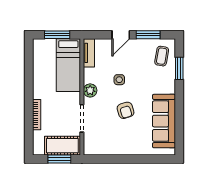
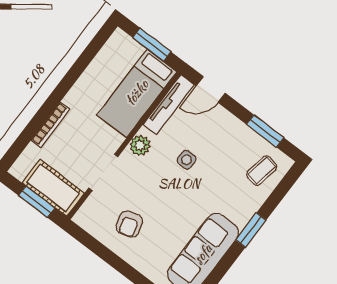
door: (121, 35) -> (211, 89), moved
tv unit: (89, 53) -> (169, 105), width x1.41
window: (179, 68) -> (251, 230), moved
armchair: (125, 110) -> (129, 224), moved

